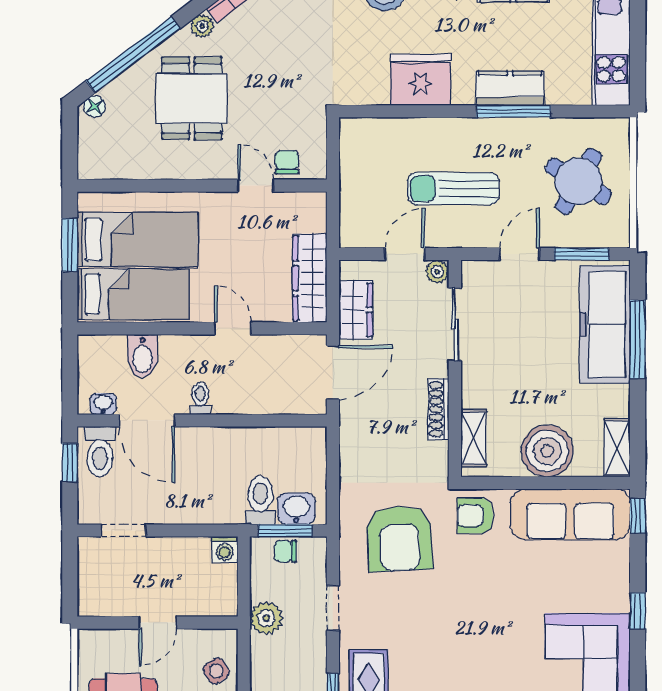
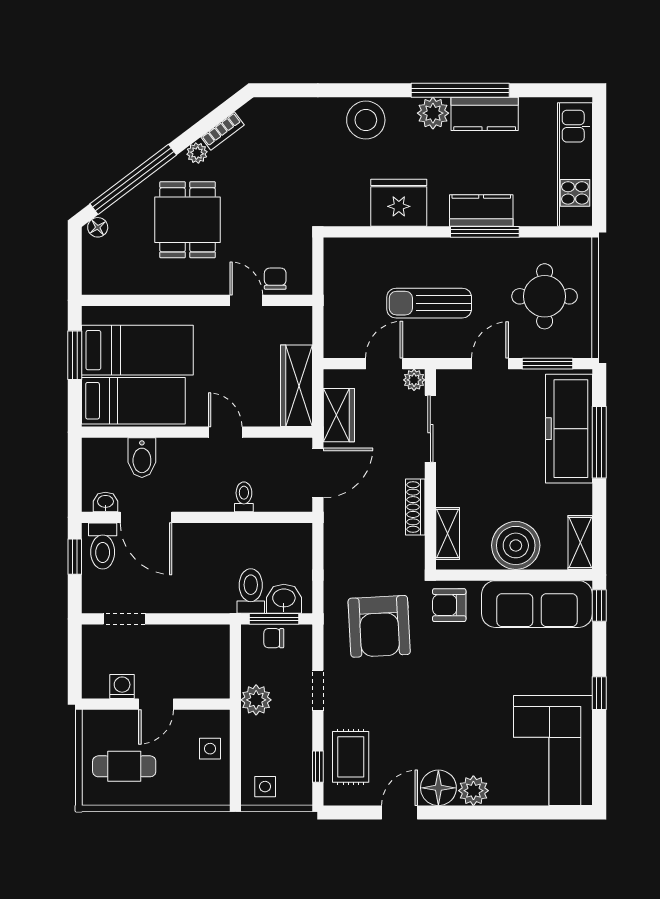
round table: (578, 181) -> (545, 296), turned -30
toilet: (200, 398) -> (244, 497), moved
washing machine: (225, 550) -> (122, 687), moved, turned 180
side table: (216, 671) -> (210, 749), turned 33

